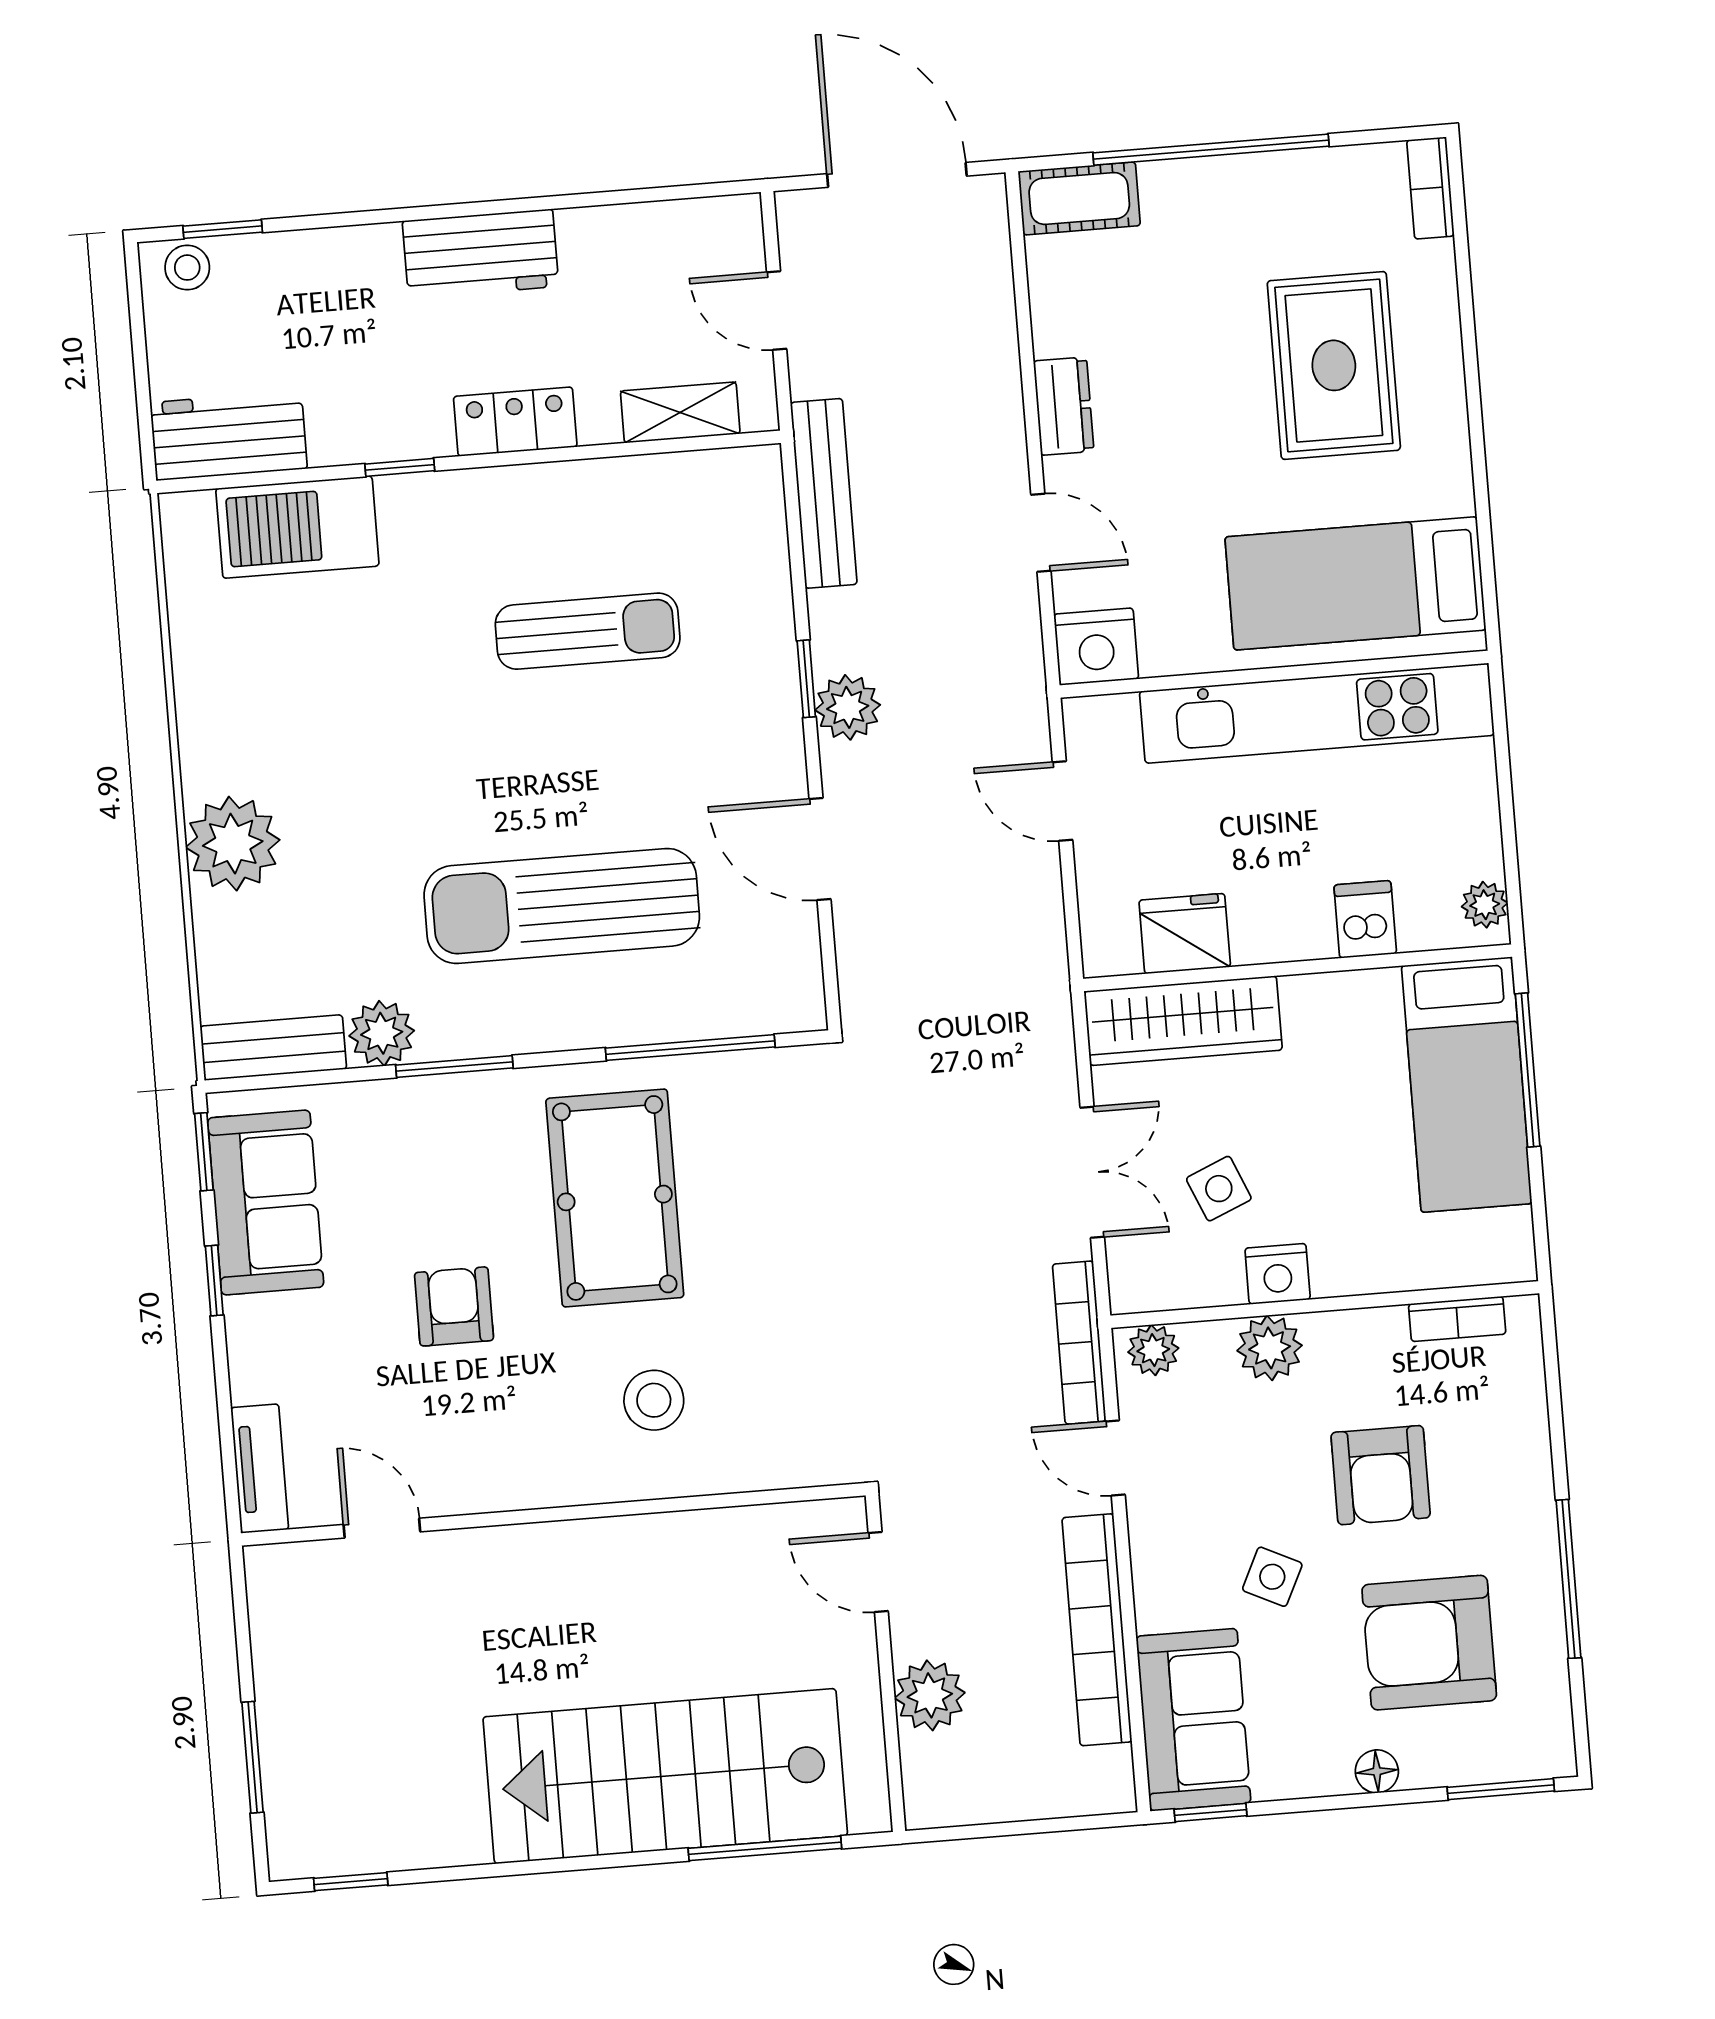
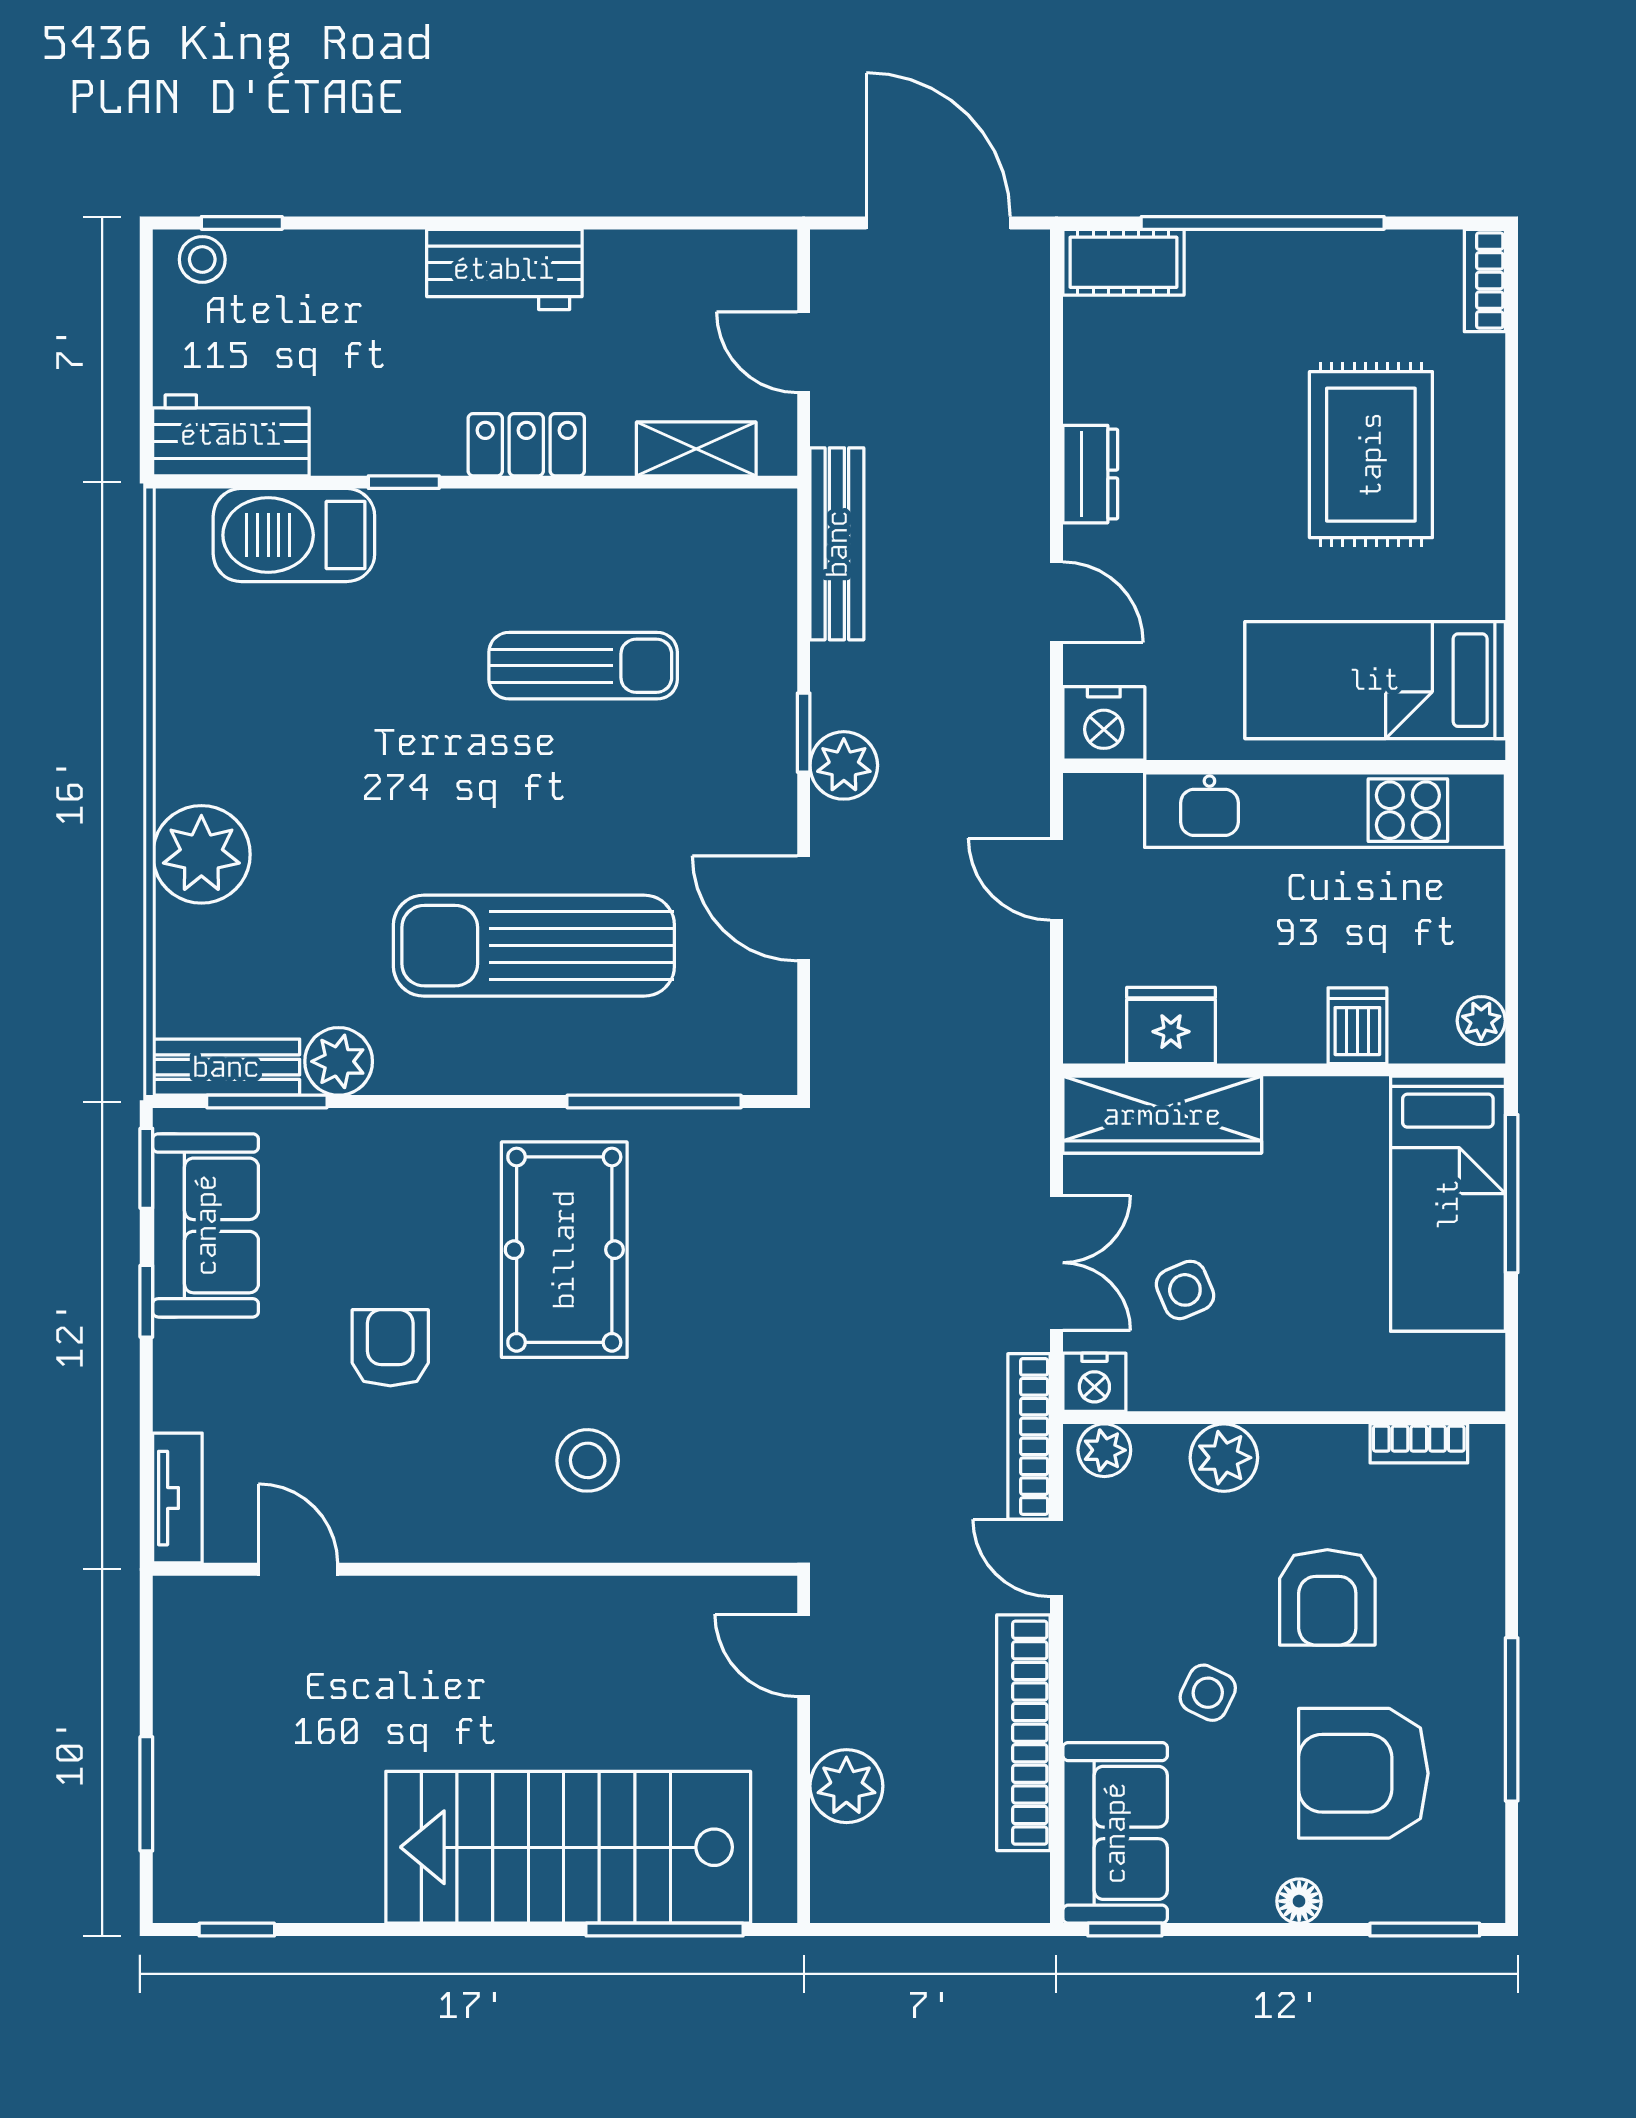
window: (454, 1067) -> (267, 1102), moved
nightstand: (1278, 1274) -> (1094, 1382), moved

